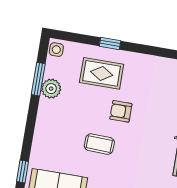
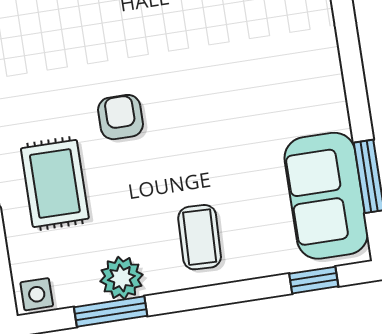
armchair: (121, 111) -> (121, 117), turned 180
coffee table: (99, 144) -> (200, 237), moved

